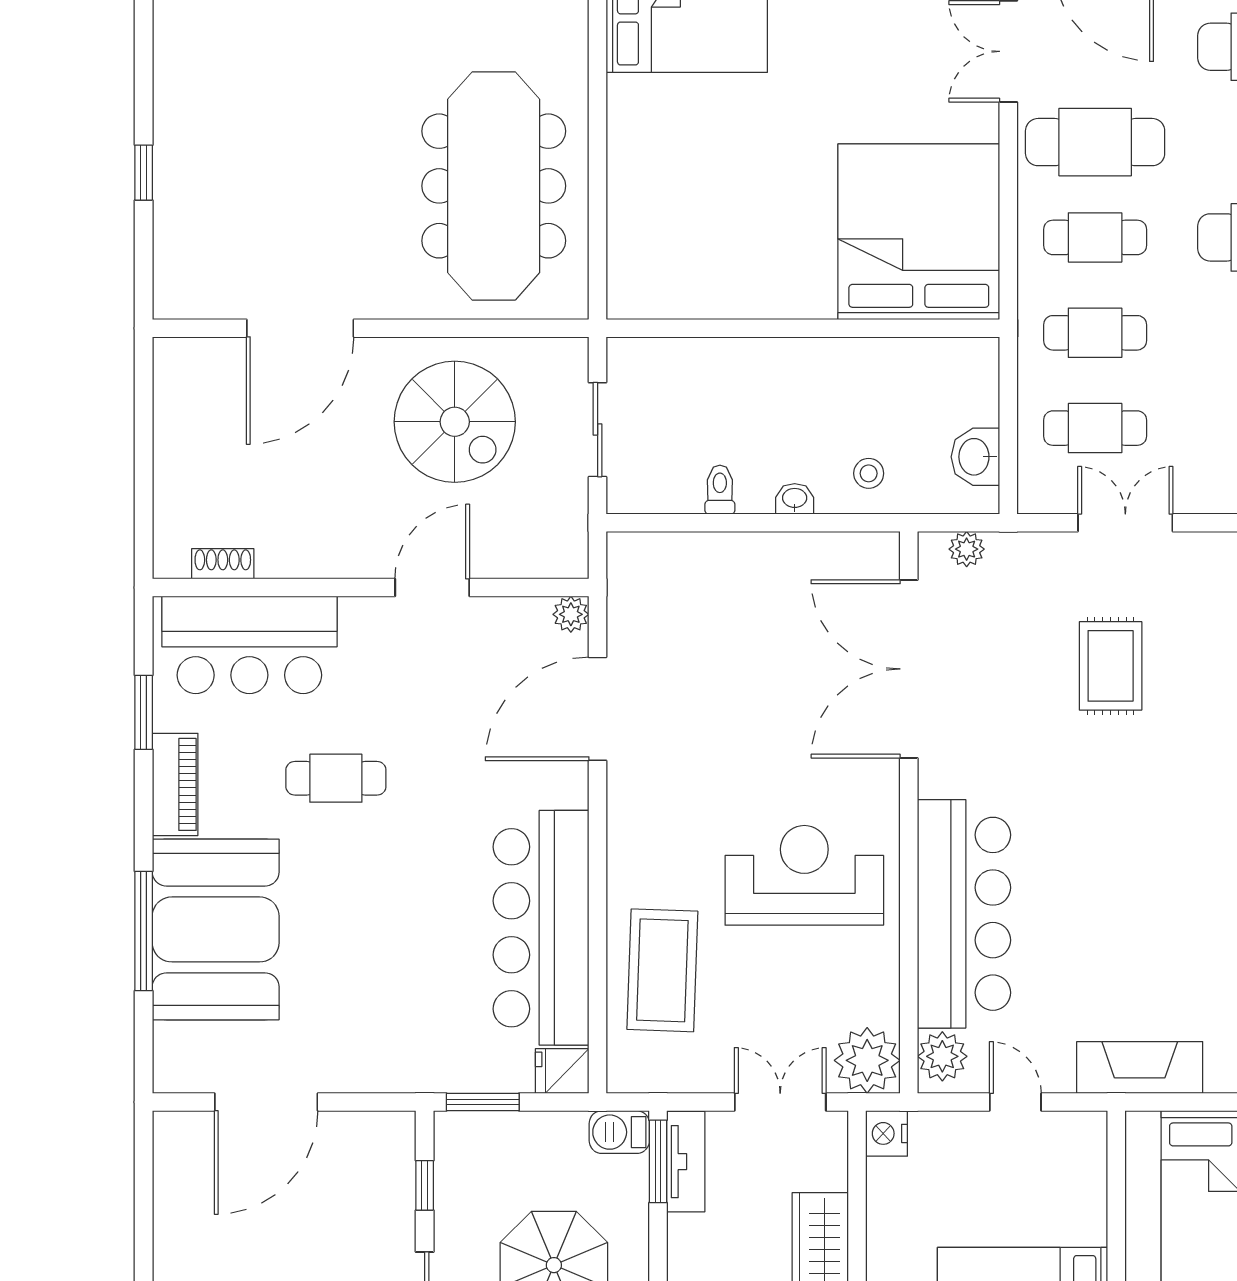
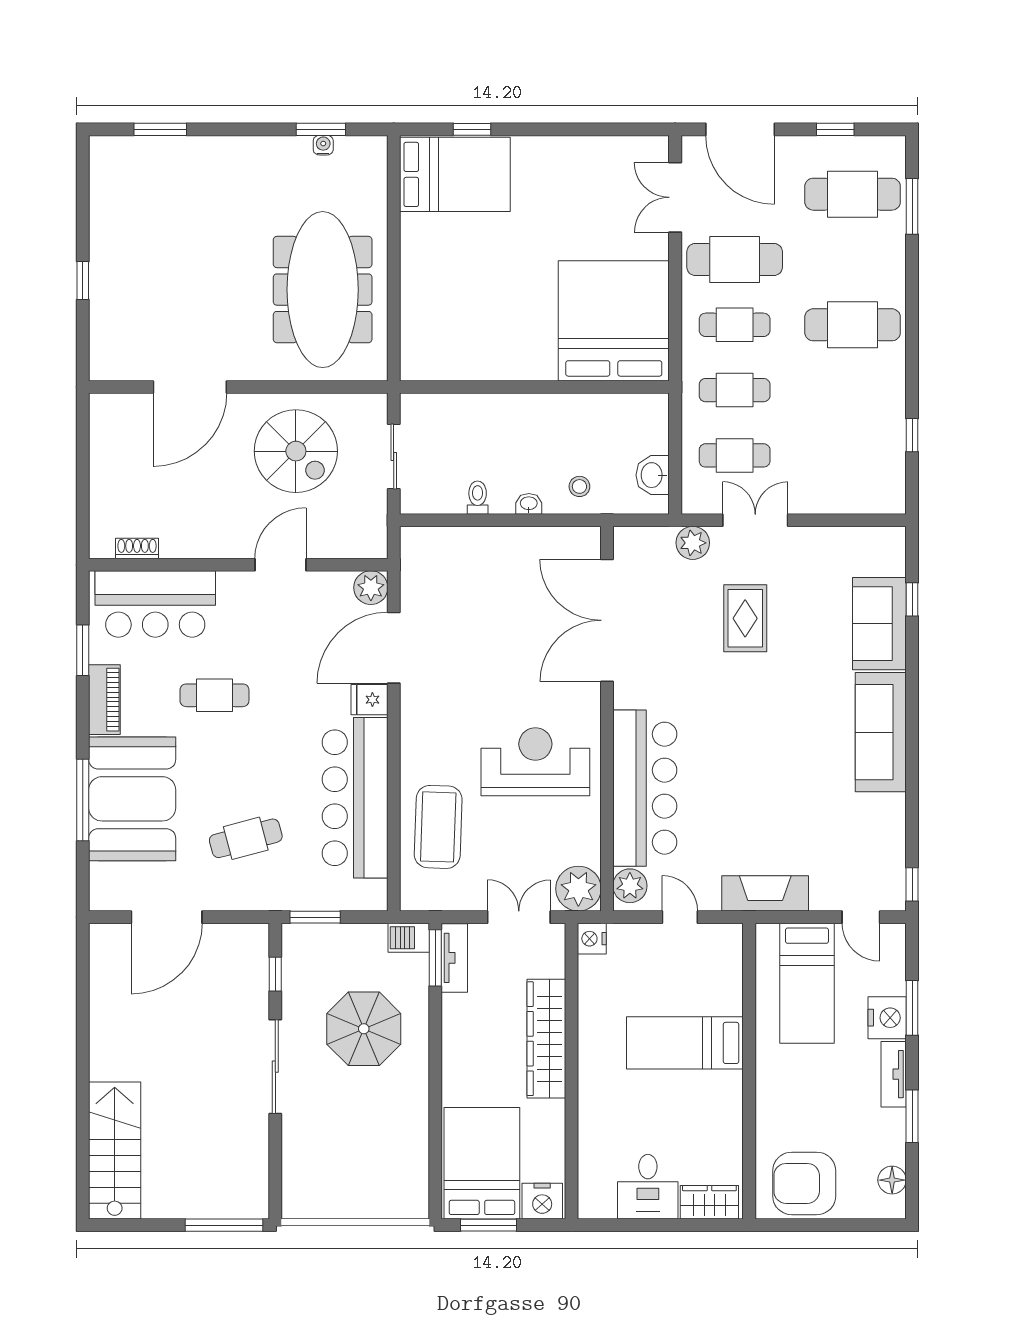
plant: (967, 549) -> (693, 543), moved, width x1.38, depth x1.38
plant: (571, 614) -> (371, 588), width x1.38, depth x1.38
cafe table: (382, 987) -> (246, 838), added
fridge: (562, 1071) -> (370, 700), moved

